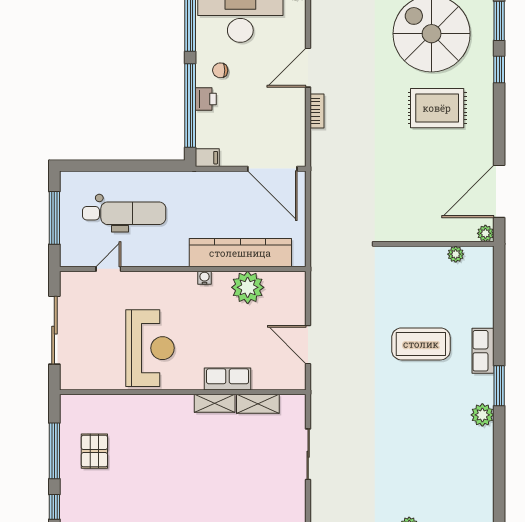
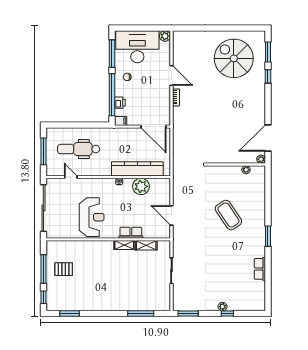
door: (308, 68) -> (171, 76), swing flipped
printer: (206, 99) -> (120, 103), moved
rug: (437, 108) -> (237, 96), removed
dental chair: (124, 213) -> (79, 149), turned 180
door: (108, 269) -> (71, 177), hinge flipped
sliding door: (54, 330) -> (43, 208), width x1.36
coffee table: (421, 344) -> (228, 215), turned 56
row of seats: (483, 351) -> (260, 269), moved
plant: (482, 415) -> (259, 251), removed
pallet: (94, 451) -> (64, 269), turned 90

